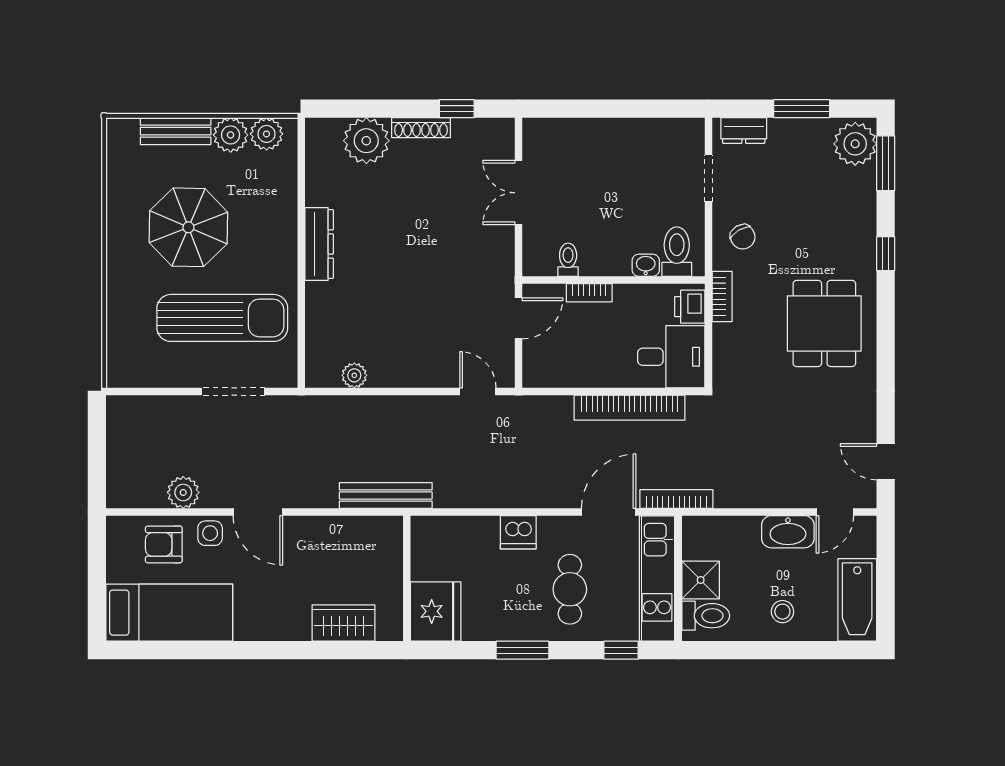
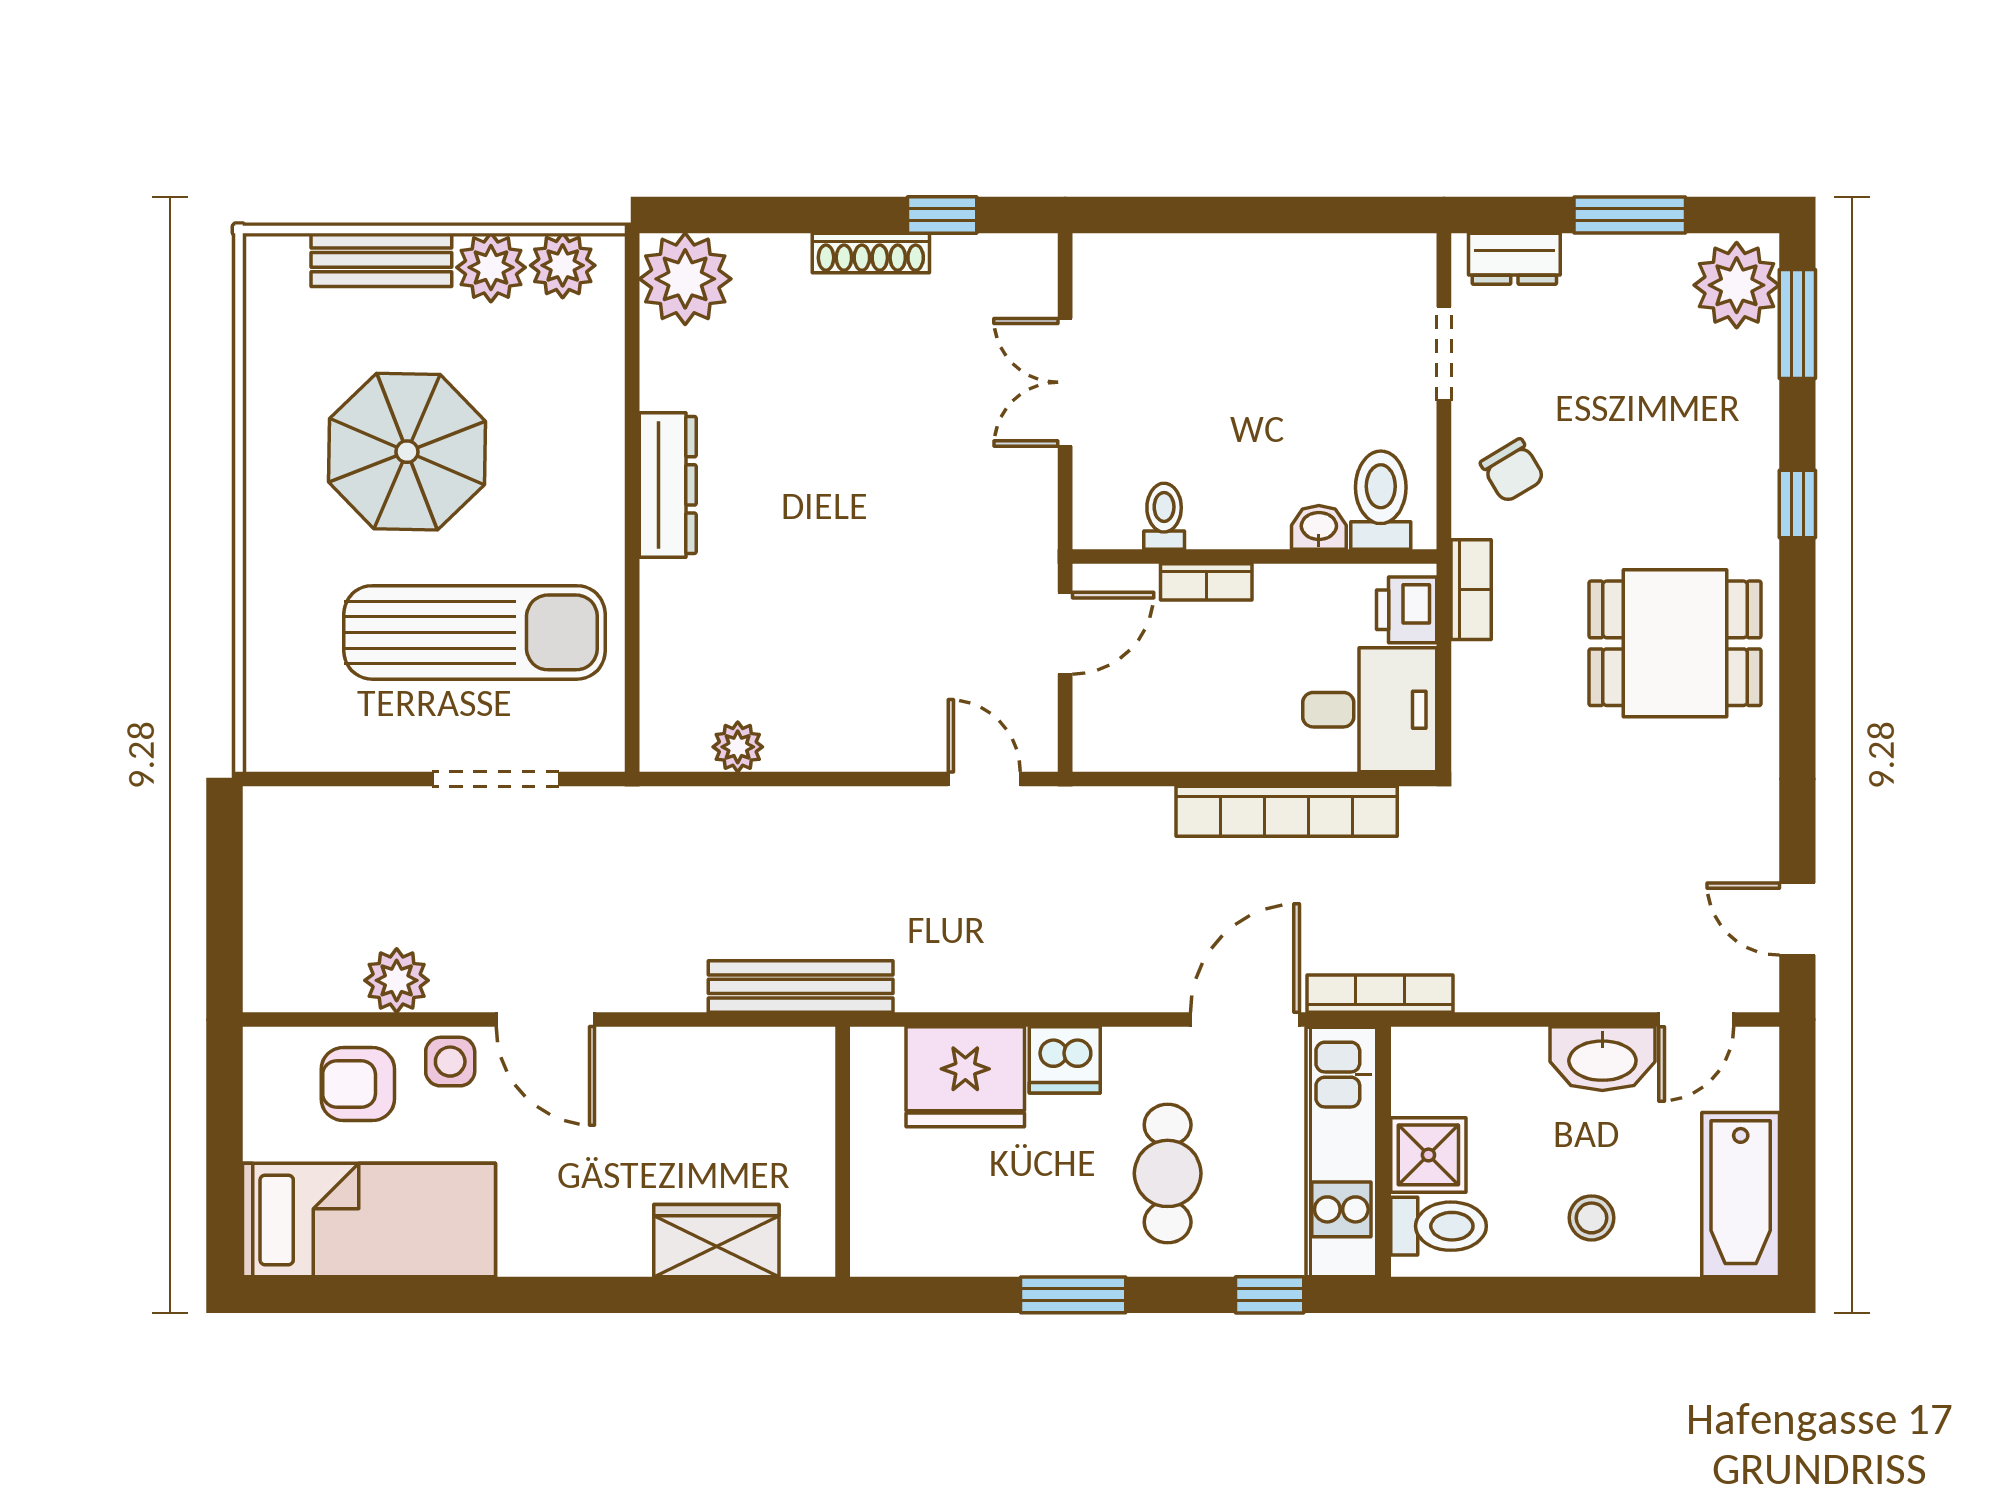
plant: (366, 141) -> (685, 279), moved
dining table: (824, 323) -> (1675, 643), turned 90
fridge: (436, 611) -> (965, 1077), moved, turned 90

